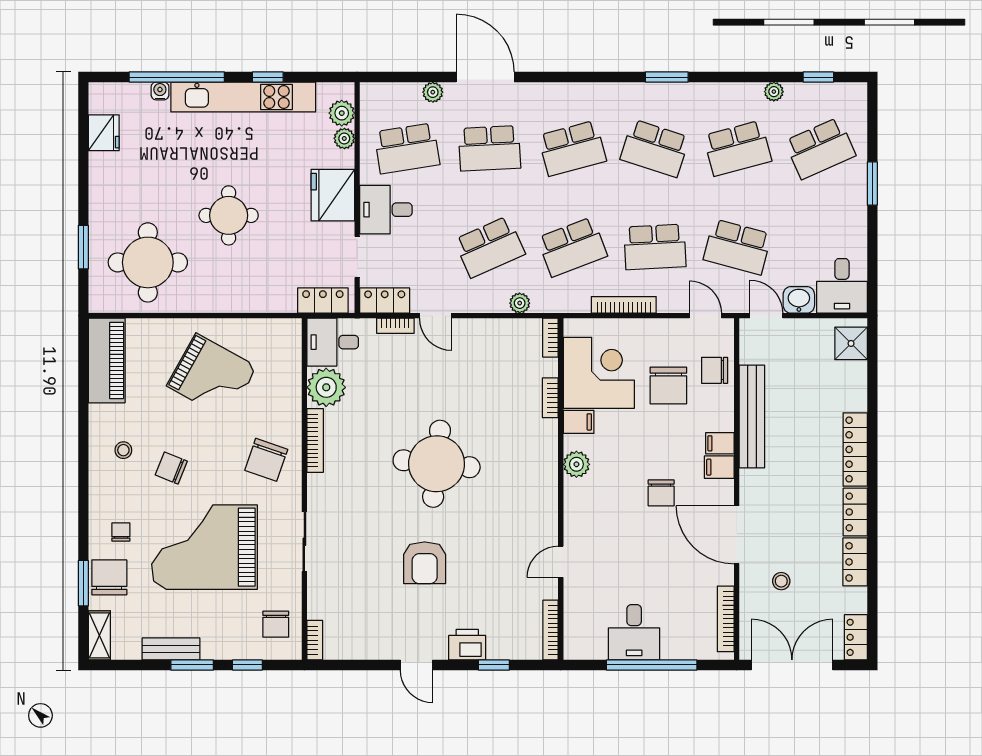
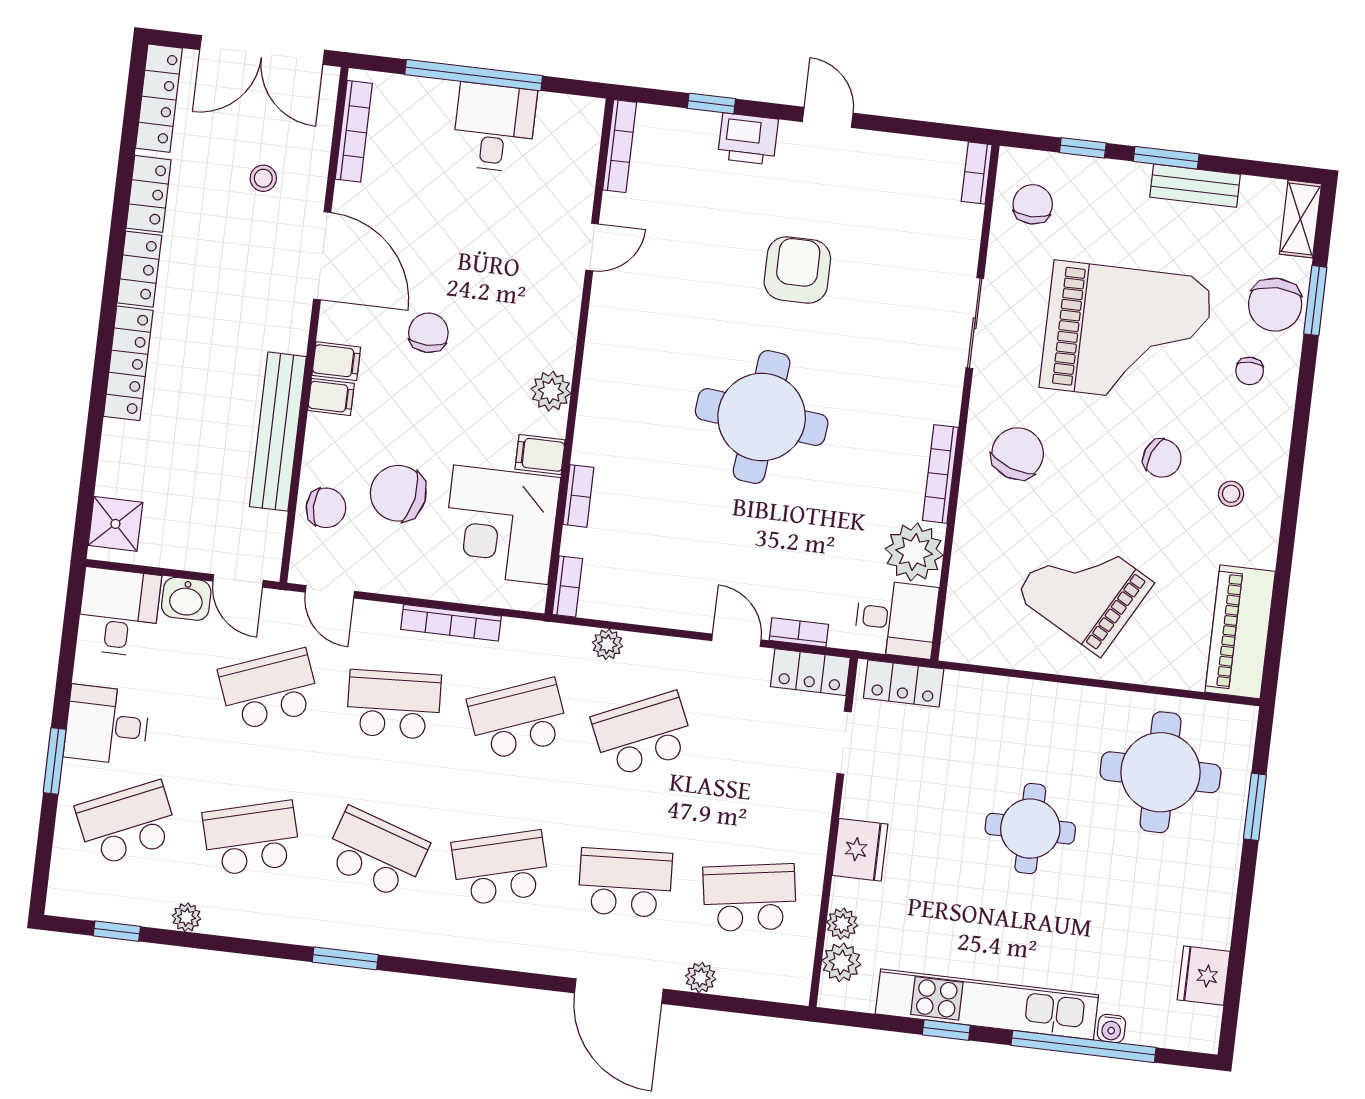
fridge: (333, 195) -> (860, 850), width x0.73, depth x0.75
desk: (386, 210) -> (107, 725), moved, turned 180
school desk: (737, 247) -> (269, 690), turned -36
chair: (668, 386) -> (398, 493), turned -80
locker: (856, 637) -> (159, 98), width x1.53

